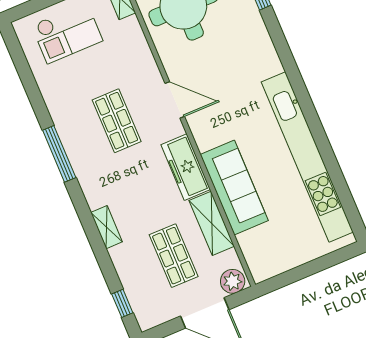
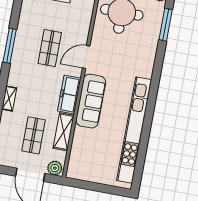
door: (175, 100) -> (86, 57), swing flipped
sofa: (234, 188) -> (91, 101), moved

